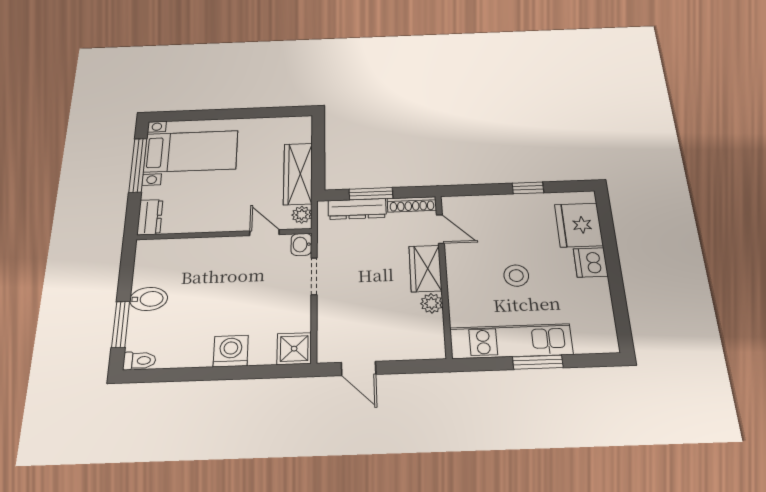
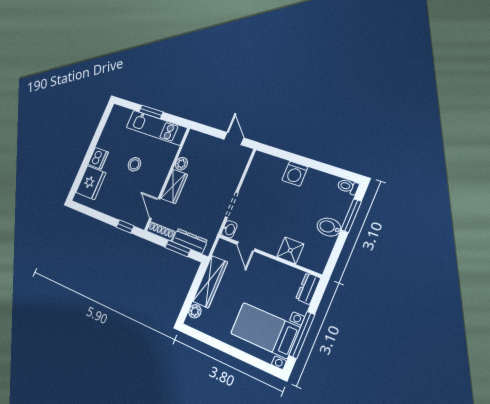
window: (528, 188) -> (125, 227), moved
plant: (302, 215) -> (195, 311), moved
shower: (294, 349) -> (290, 250), moved

